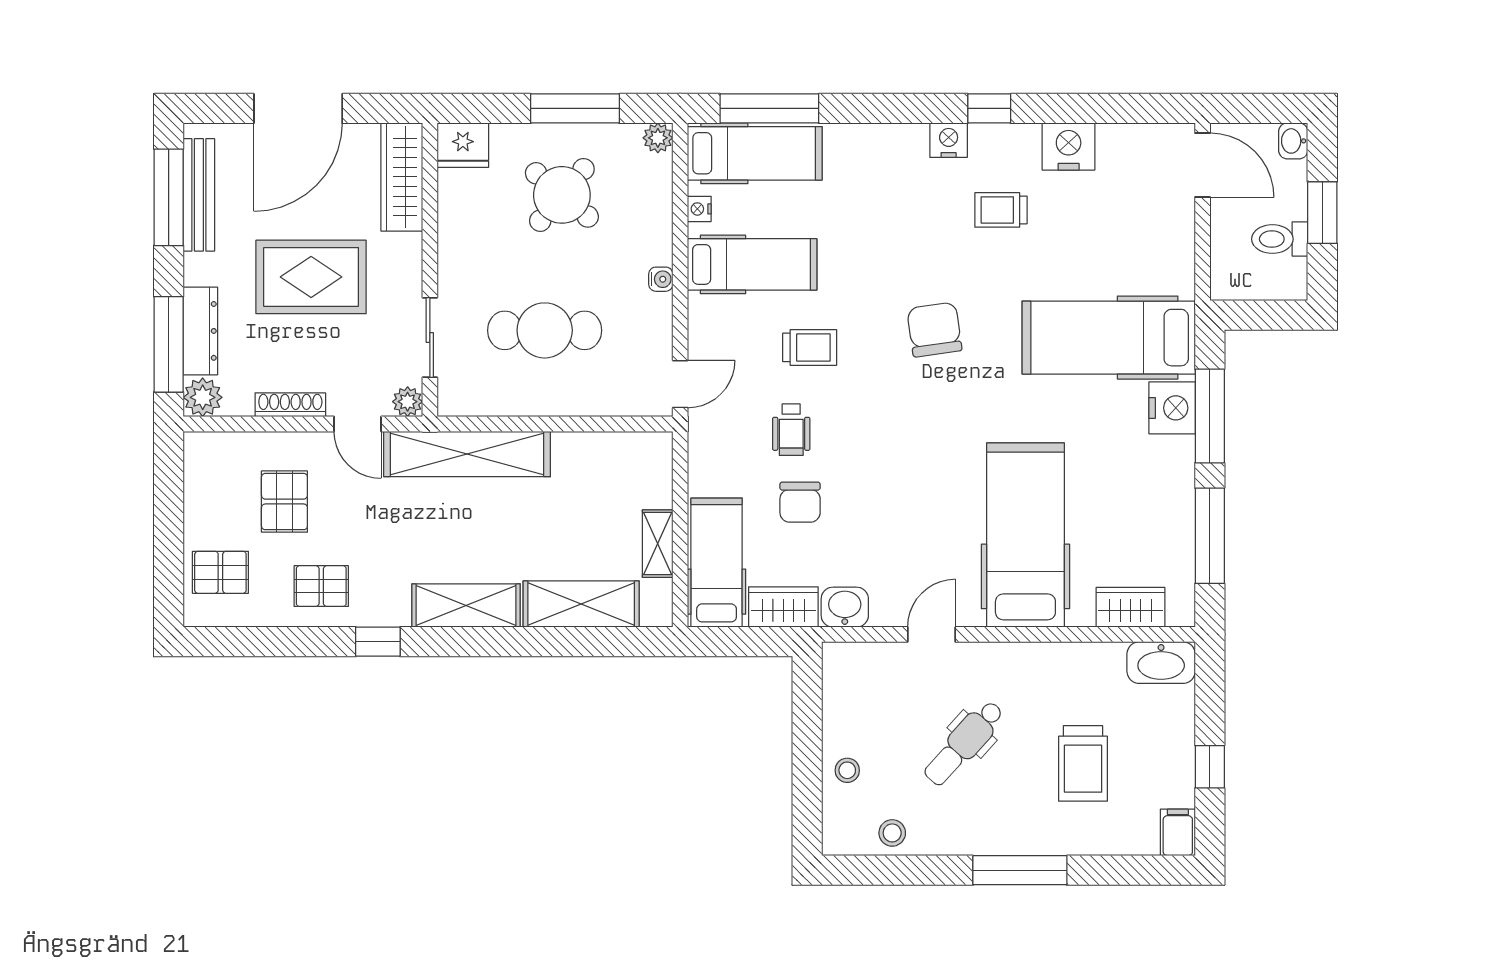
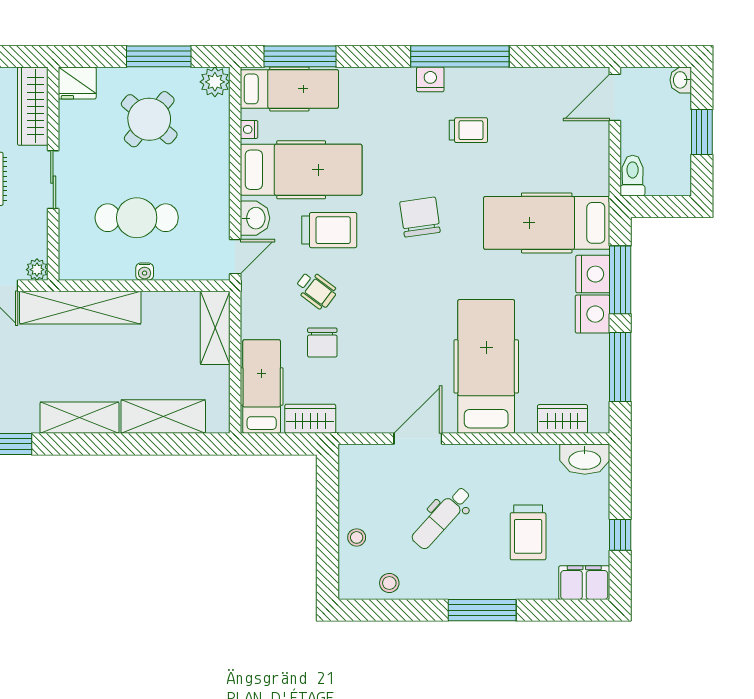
window: (989, 108) -> (460, 56), width x3.17
plant: (658, 138) -> (215, 82), width x1.38, depth x1.38
nightstand: (1069, 146) -> (592, 314), moved, turned 90
door: (1203, 165) -> (615, 97), swing flipped
trolley: (1001, 210) -> (468, 130), turned 180
toilet: (1280, 239) -> (633, 176), moved, turned 90
hospital bed: (752, 264) -> (301, 170), width x1.37, depth x1.29
water cooler: (661, 279) -> (145, 272), moved, turned 90
sliding door: (430, 338) -> (53, 180), moved
trolley: (810, 347) -> (329, 230), width x1.36, depth x1.39
wheelchair: (791, 430) -> (316, 290), turned -53
shelving: (658, 544) -> (215, 328), moved, width x1.50, depth x1.33
washbasin: (845, 607) -> (255, 218), moved, turned 90
door: (931, 634) -> (418, 439), width x1.38
filing cabinet: (1178, 832) -> (584, 583), width x2.00

